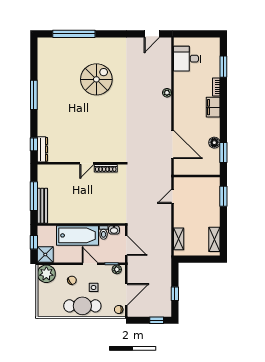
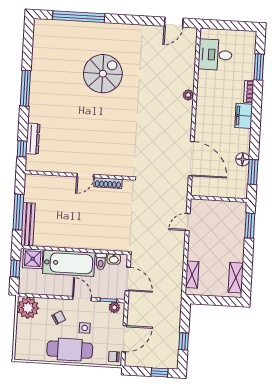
dresser: (42, 149) -> (33, 139), moved
shower: (45, 255) -> (33, 259), moved

